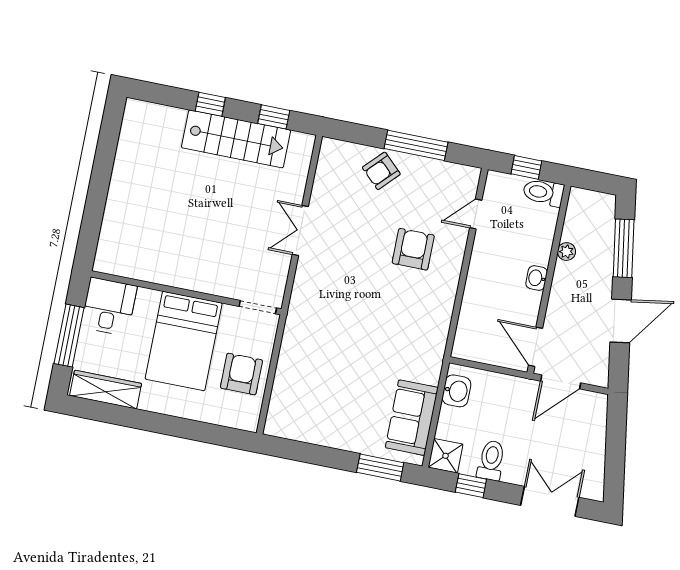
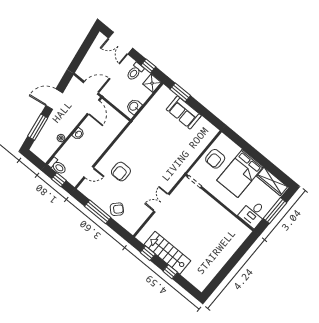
double door: (300, 231) -> (161, 203), swing flipped
bed: (184, 341) -> (240, 174), moved, turned 180
sofa: (412, 418) -> (184, 112), moved, turned 90

